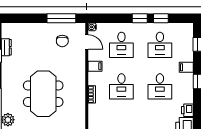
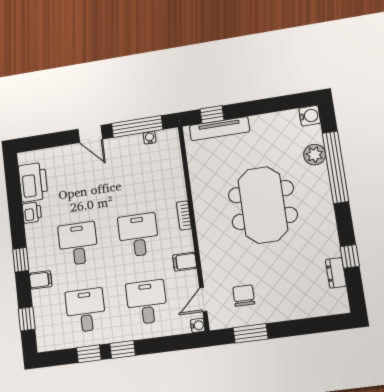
window: (61, 18) -> (250, 333), width x0.69
door: (87, 42) -> (203, 300), hinge flipped

